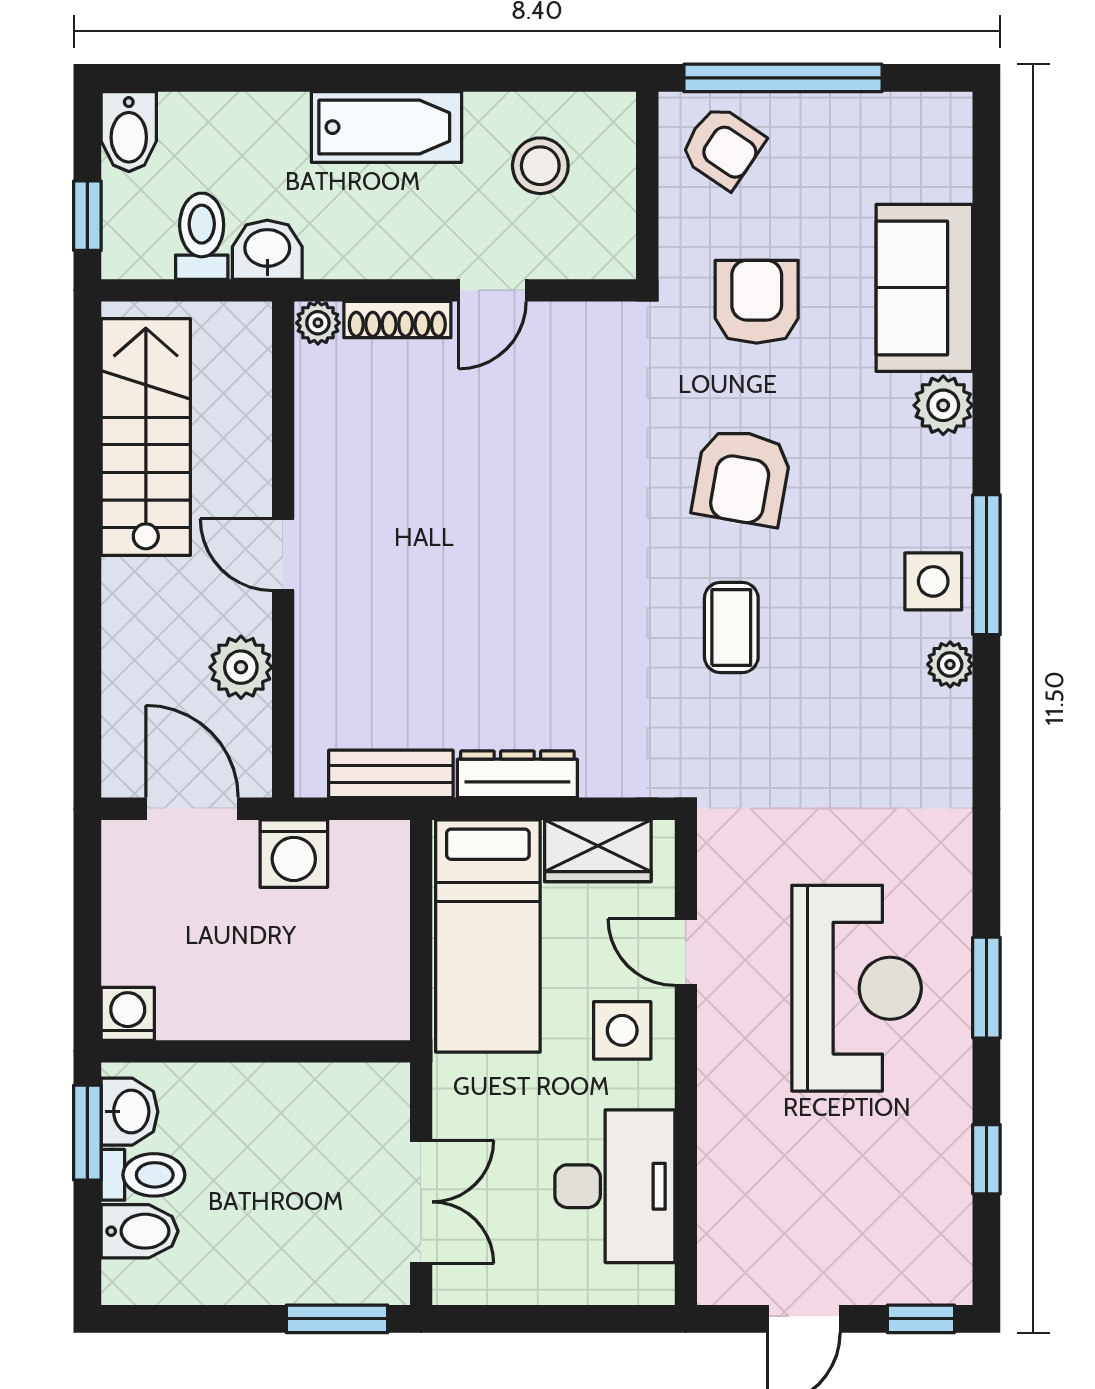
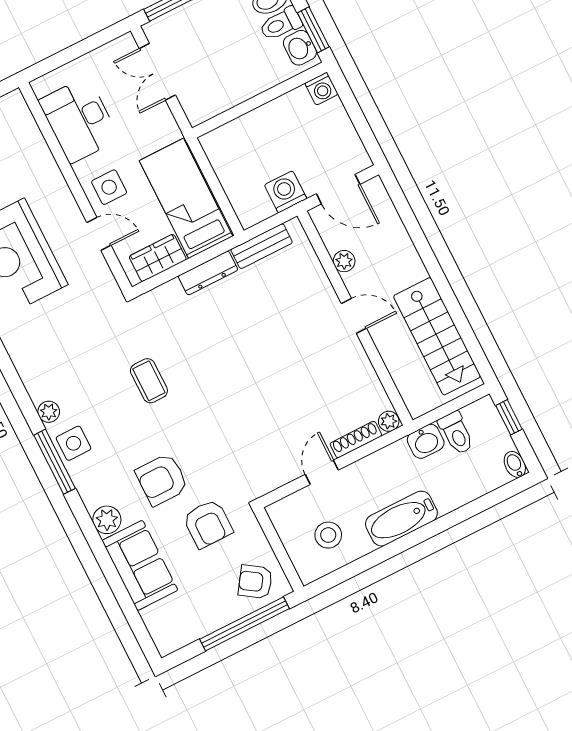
bidet: (129, 132) -> (515, 464), width x0.72, depth x0.74
armchair: (742, 477) -> (162, 480), moved, turned -100
plant: (241, 667) -> (344, 261), width x0.73, depth x0.73

